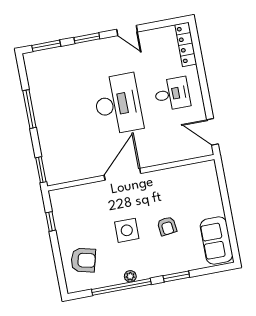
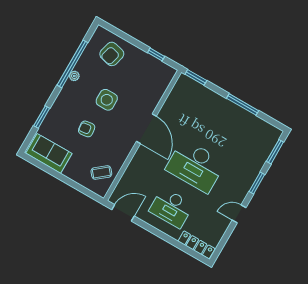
desk: (172, 94) -> (171, 208), width x1.37
coffee table: (194, 181) -> (101, 172), added
window: (176, 277) -> (42, 117), moved

